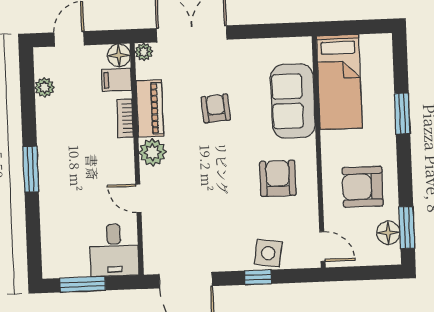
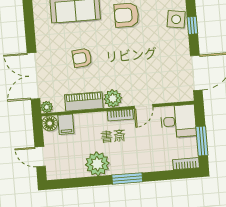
plant: (44, 87) -> (97, 164), moved, width x1.88, depth x1.88
bookcase: (125, 118) -> (120, 115), moved
bookcase: (49, 259) -> (186, 164), added

